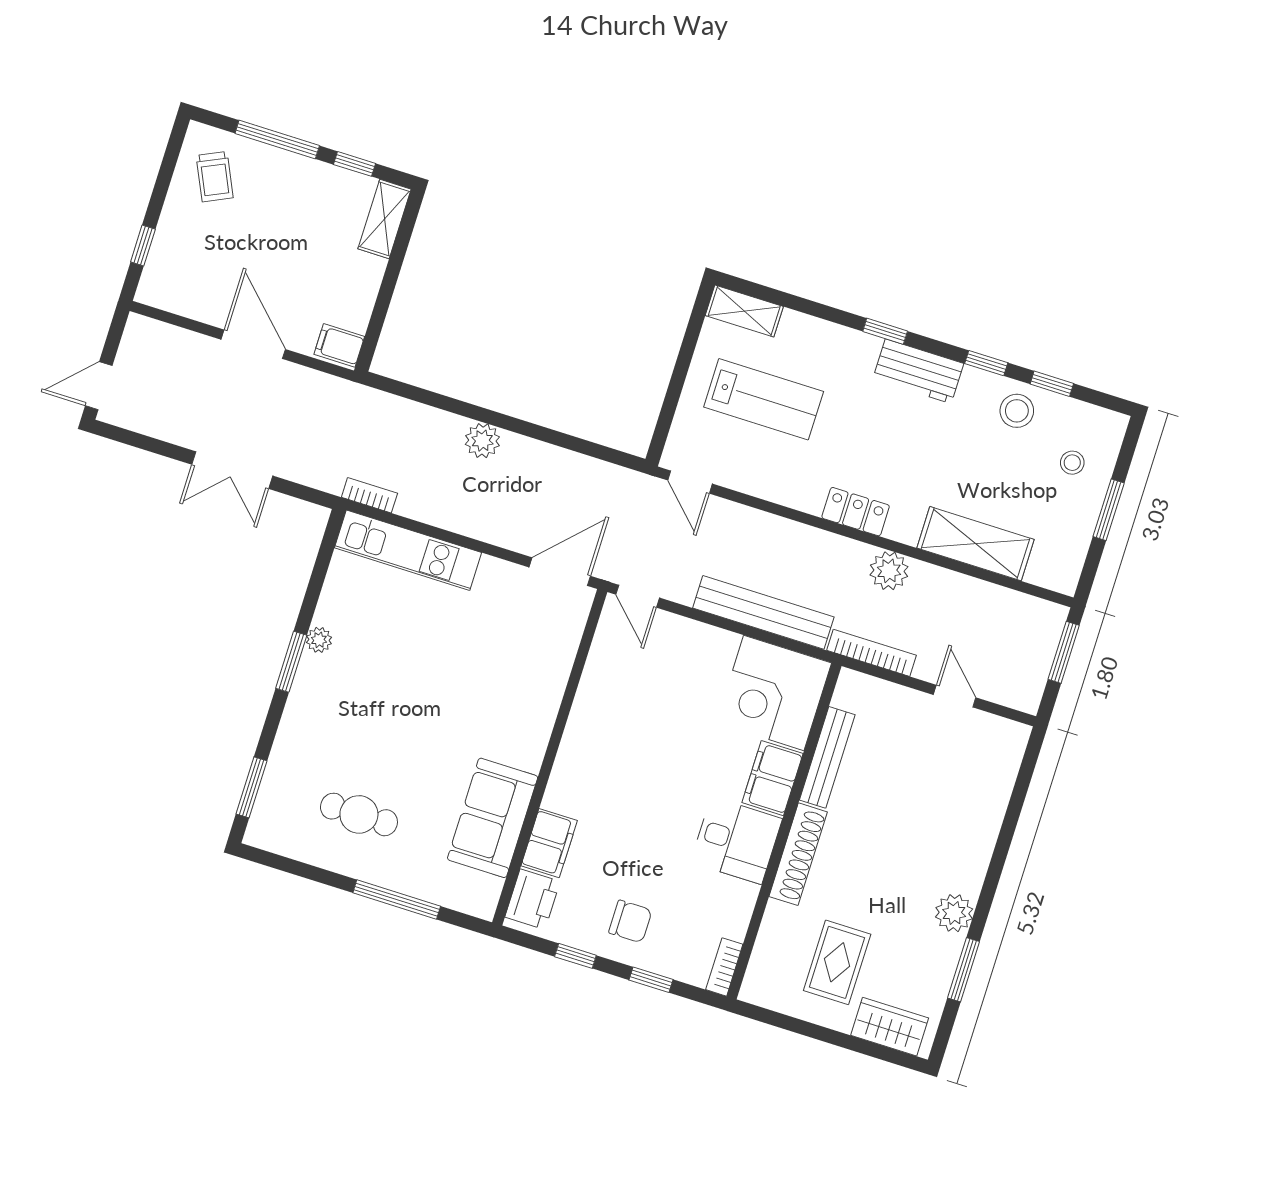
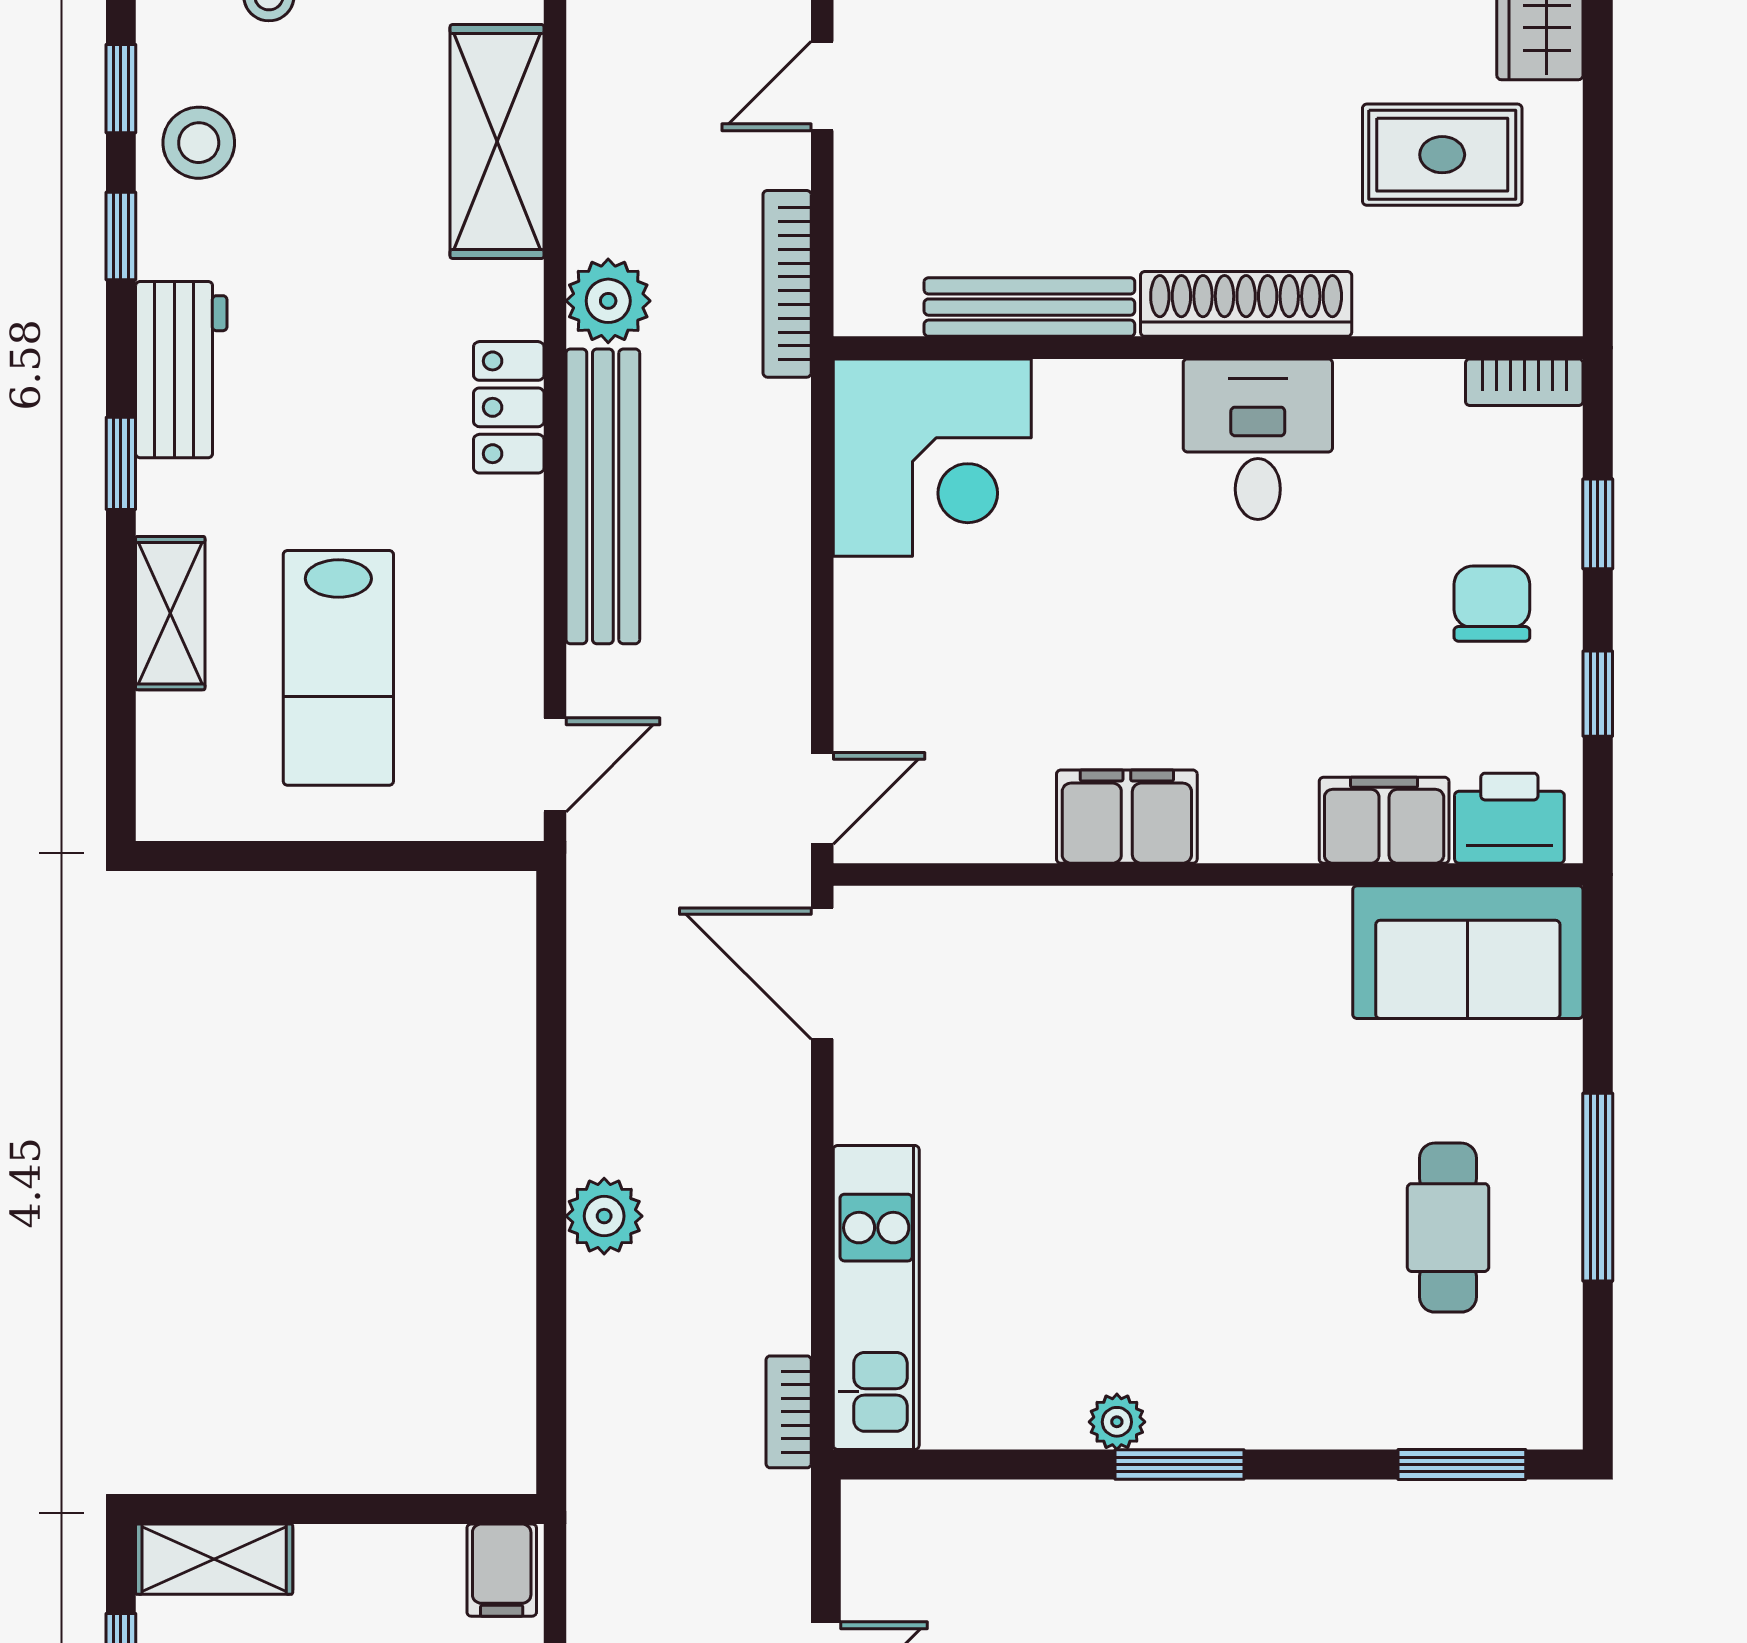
shelving: (744, 311) -> (170, 613), moved
lab bench: (764, 399) -> (338, 668), turned 180
bench: (763, 612) -> (603, 496), moved
filing cabinet: (772, 778) -> (1127, 817), moved, turned 180
sofa: (493, 818) -> (1468, 952), moved
window: (397, 900) -> (1598, 1187), moved

